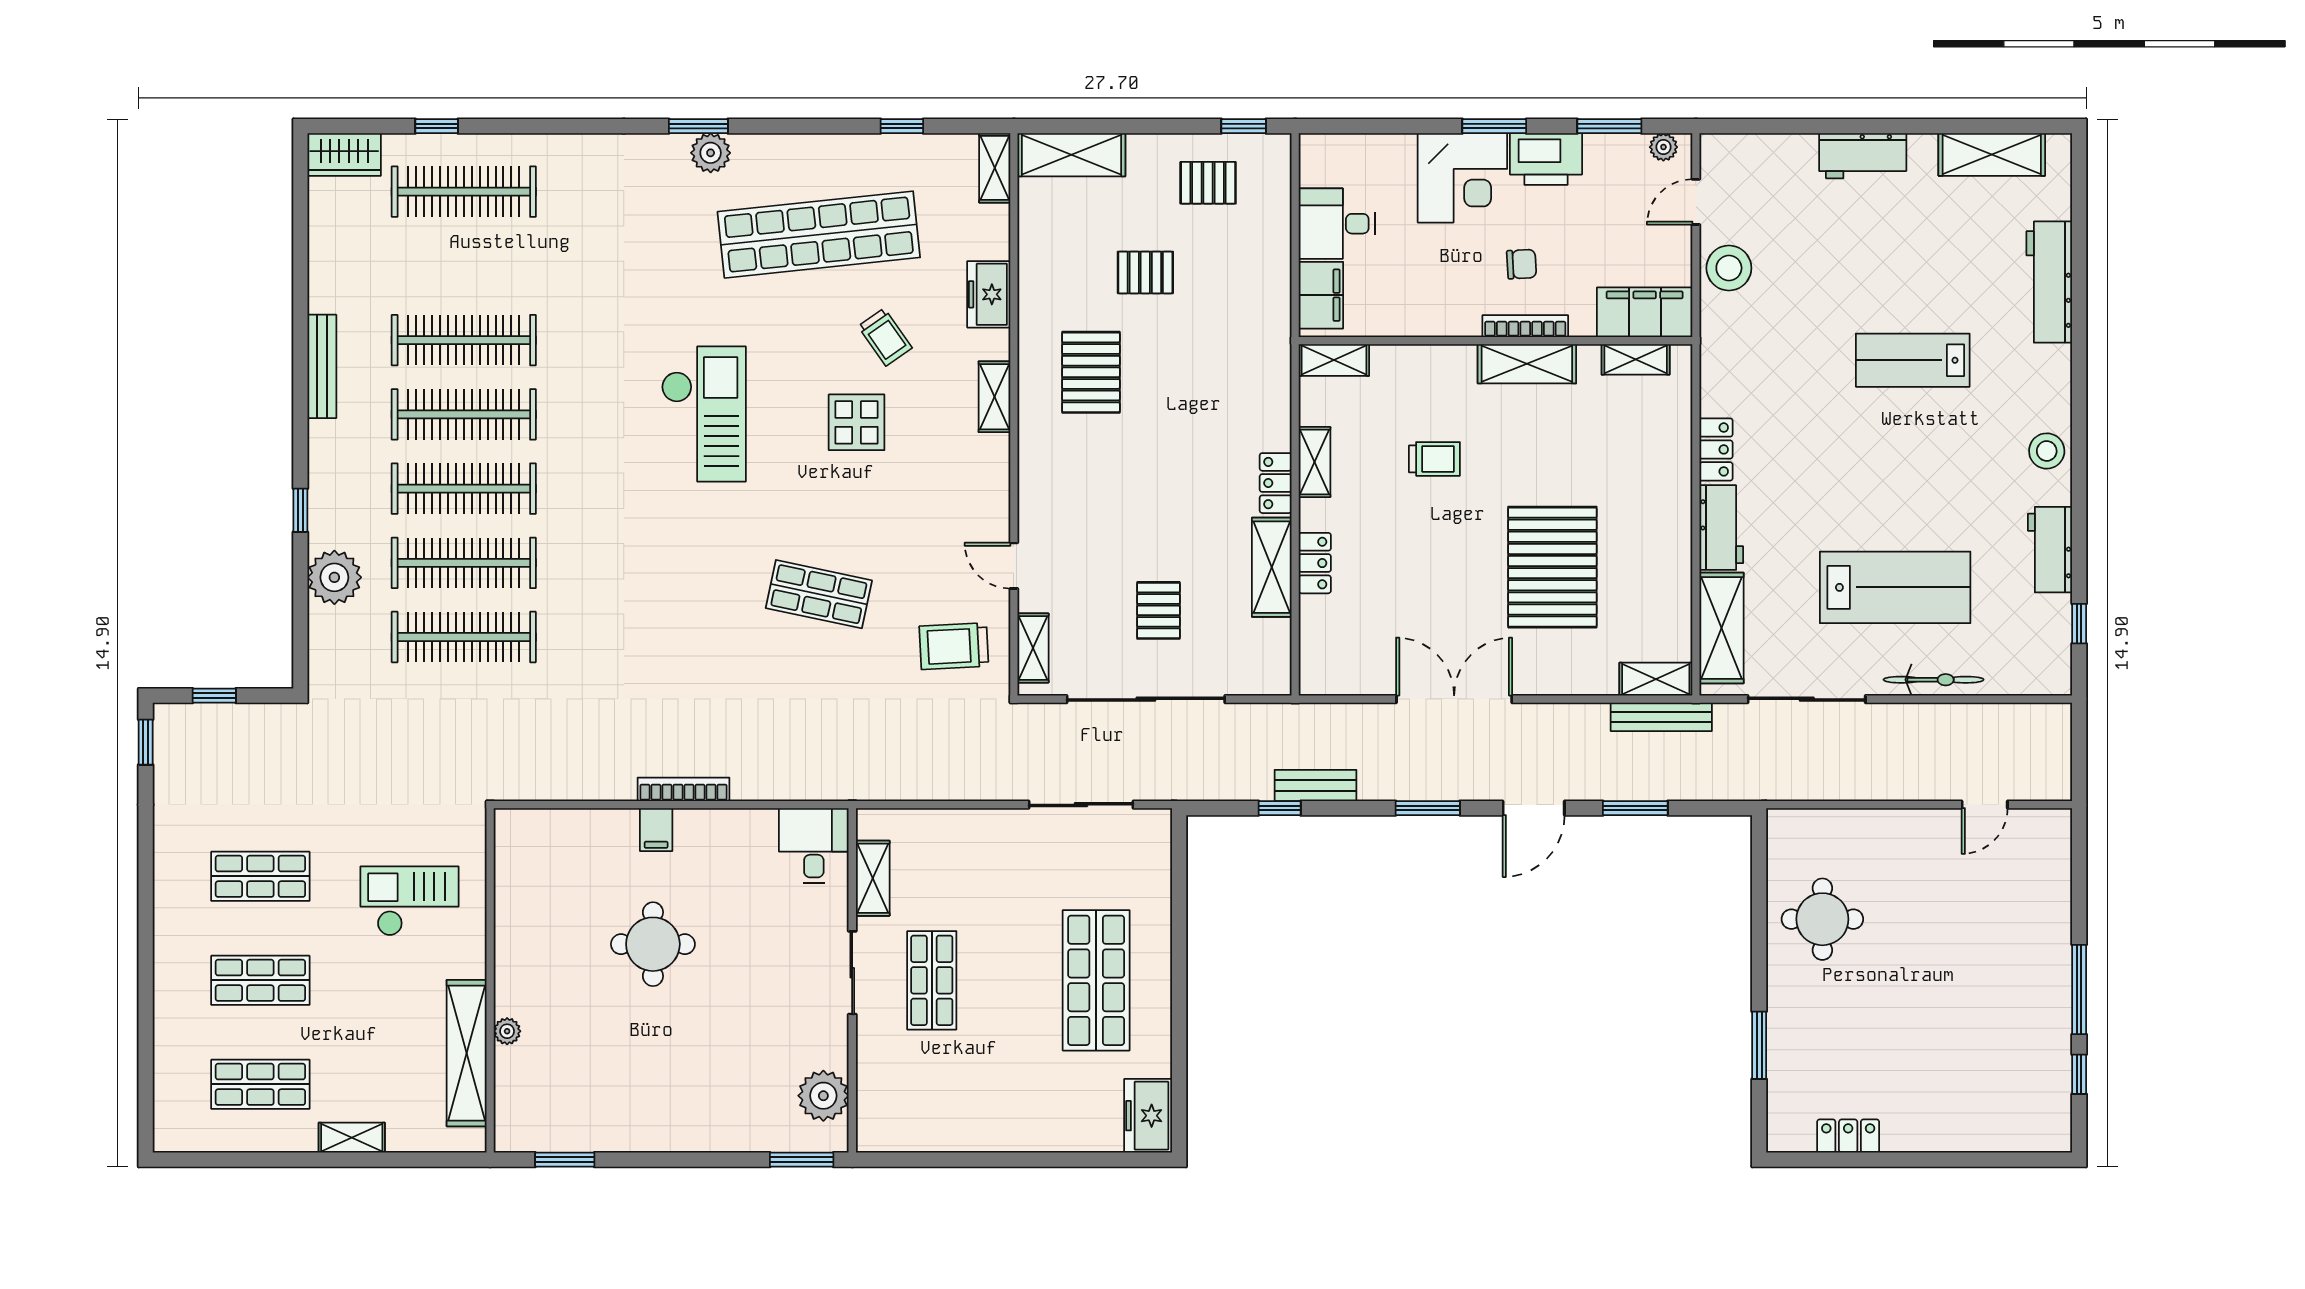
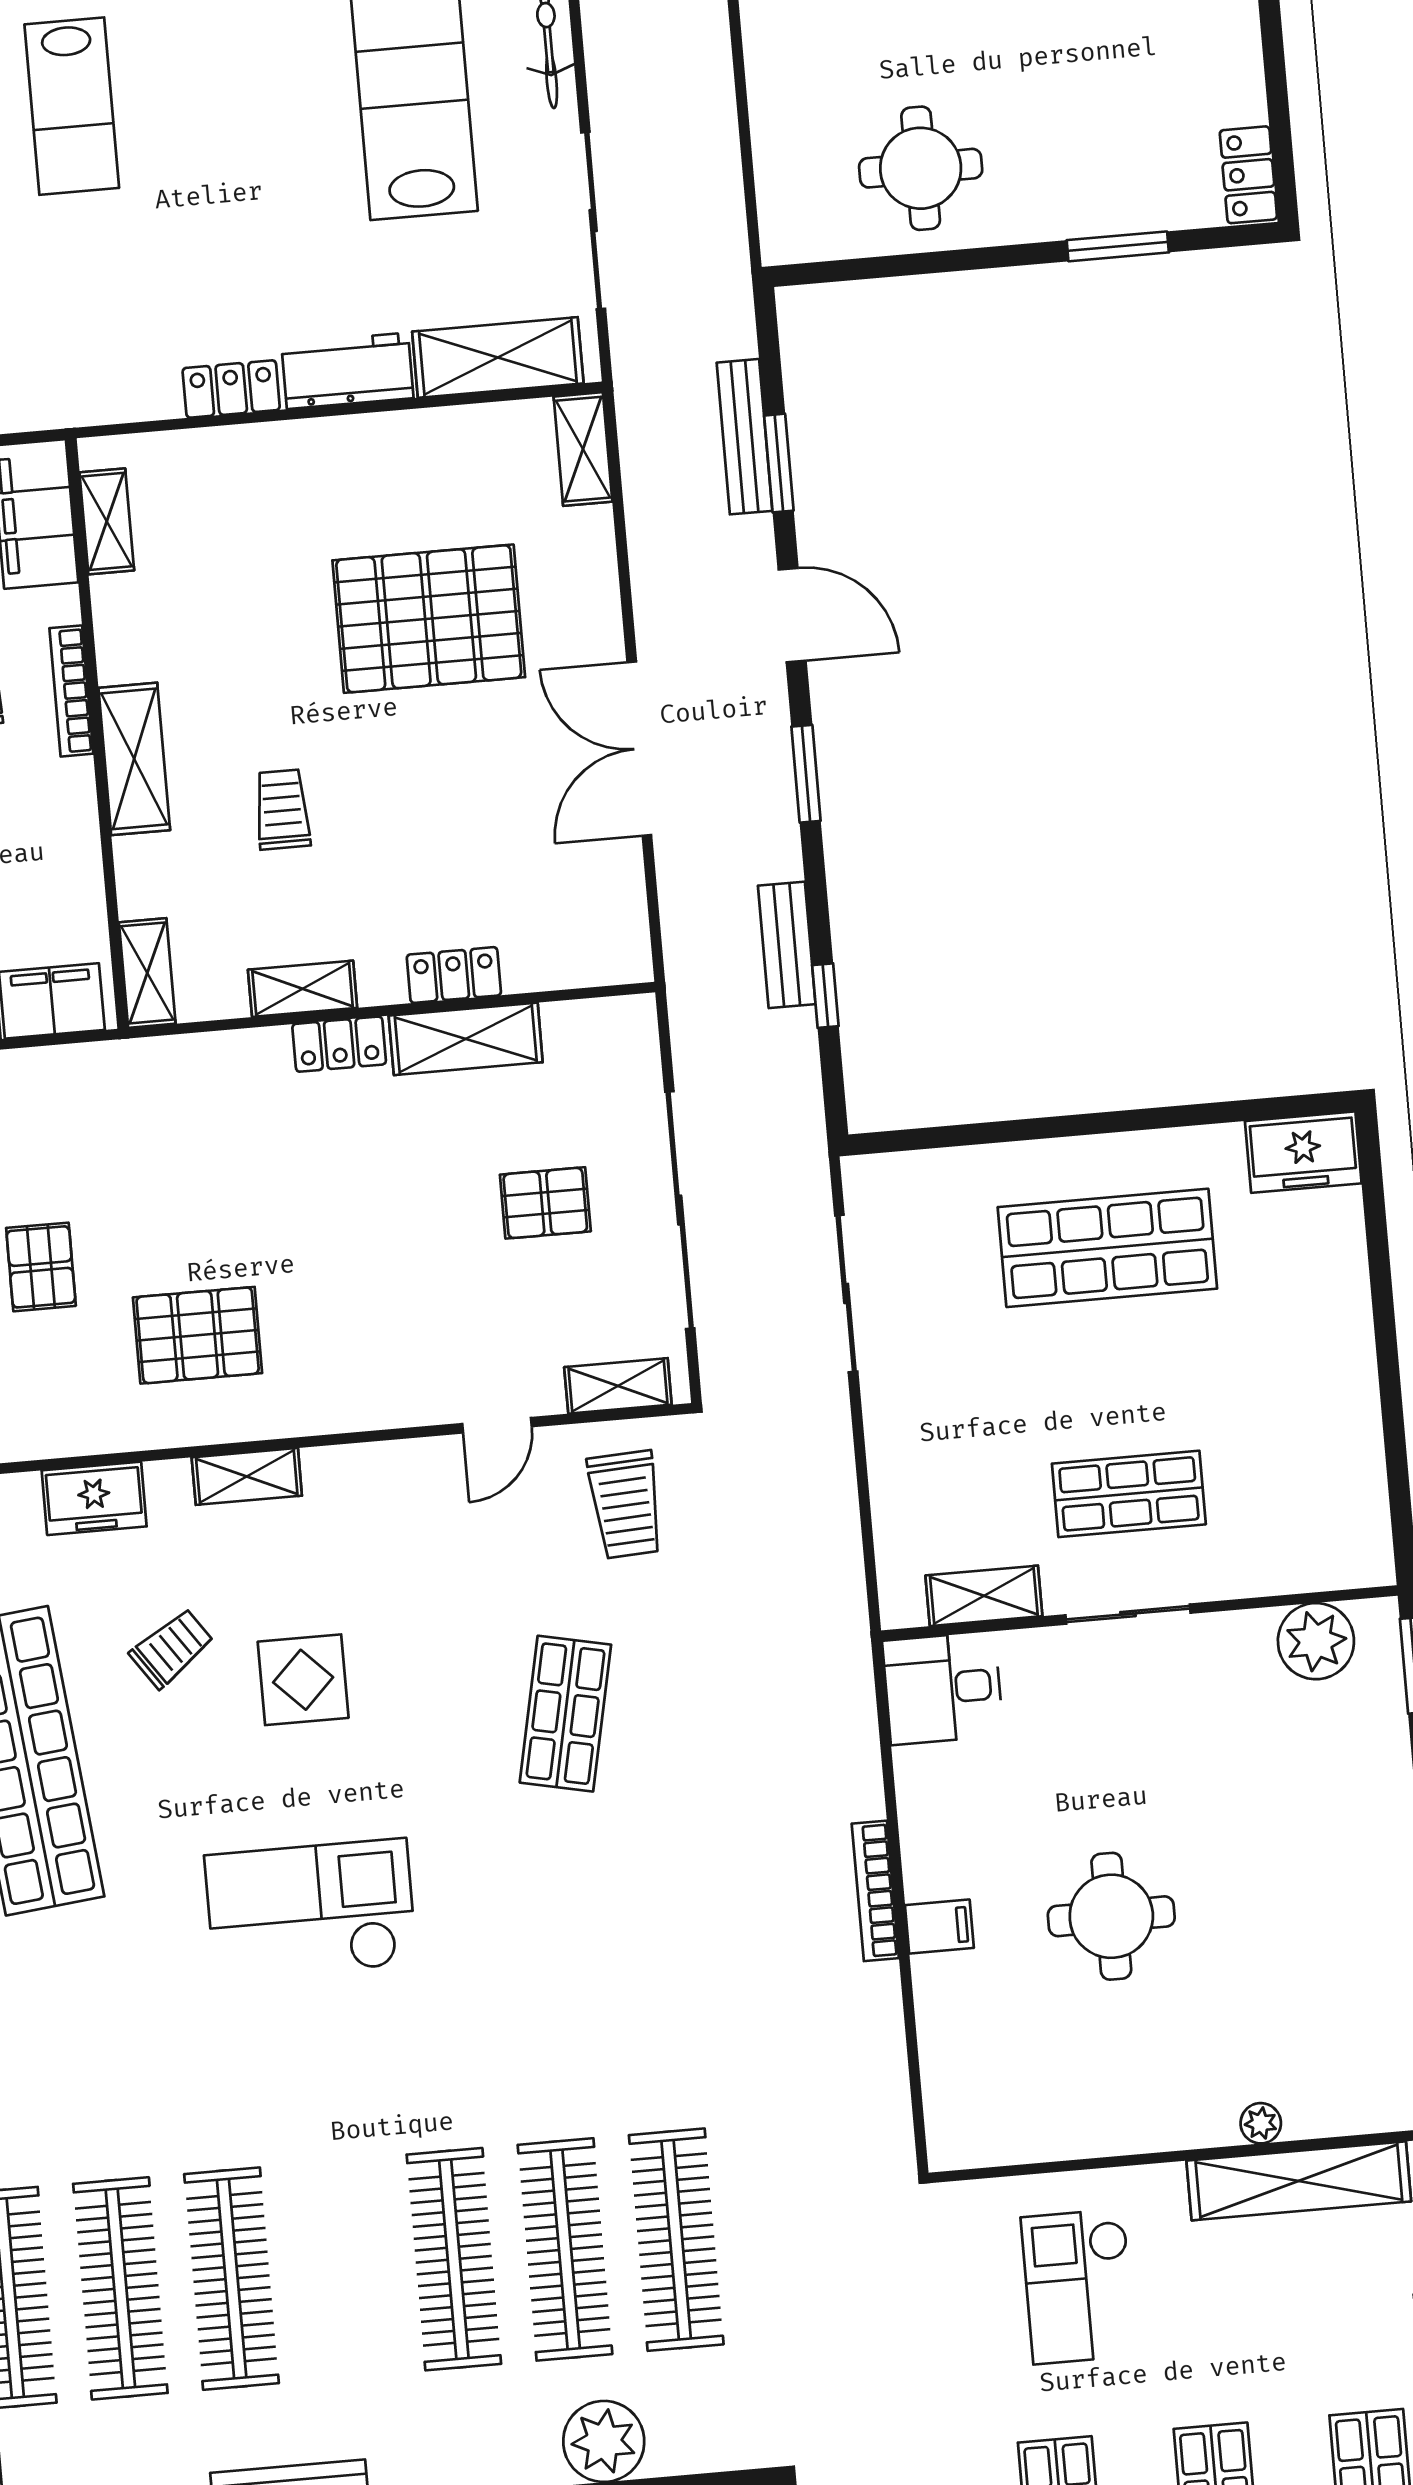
shelving: (1527, 364) -> (134, 759), moved
clothes rail: (464, 414) -> (120, 2288), moved
bench: (1661, 717) -> (744, 437), moved
locker: (1848, 1136) -> (1248, 175), moved

